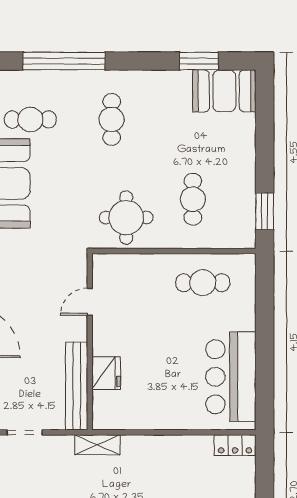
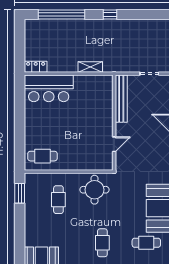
cafe table: (203, 283) -> (42, 156), moved
fridge: (106, 373) -> (105, 106), removed
bar counter: (231, 377) -> (49, 88), moved, turned 90
shelving: (97, 445) -> (90, 67), moved

